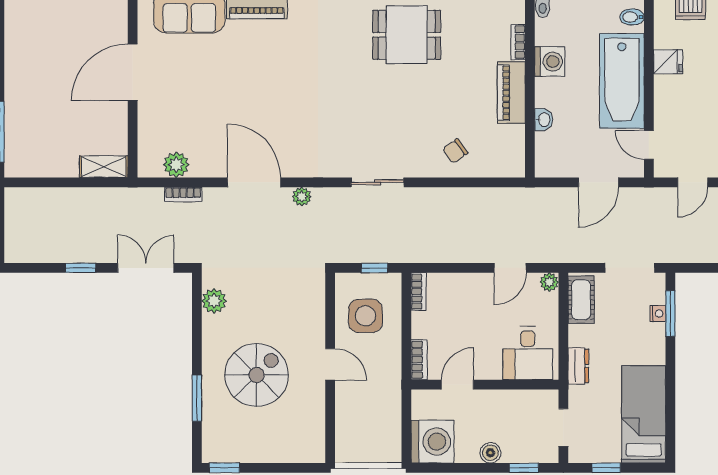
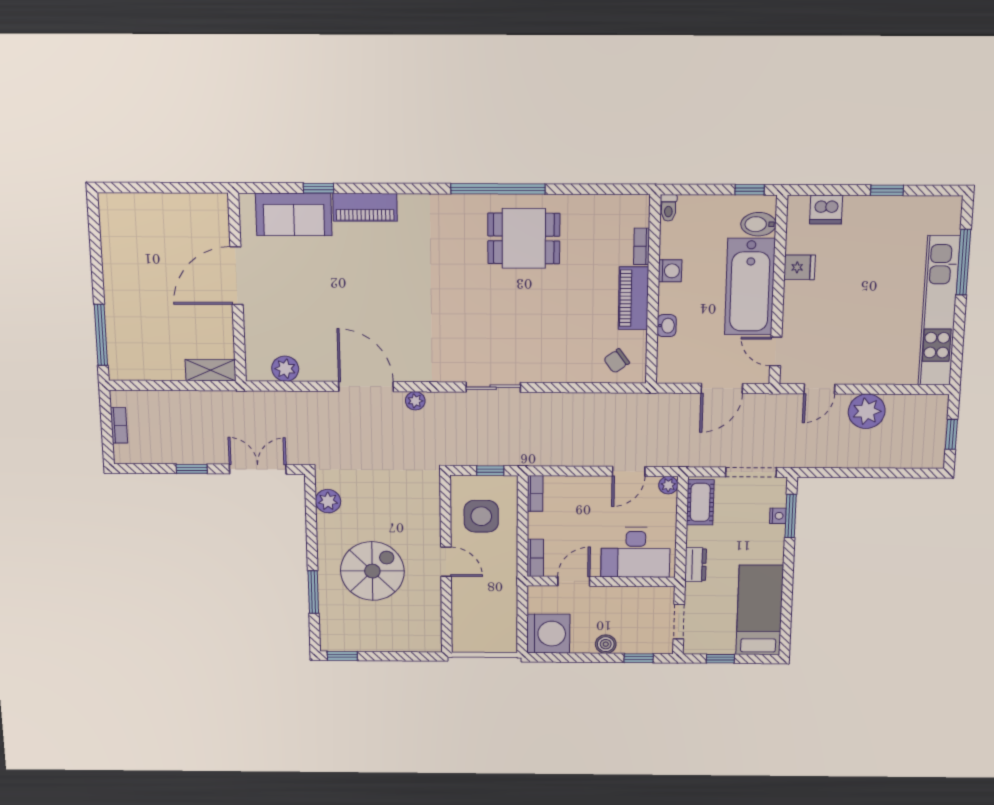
bidet: (632, 17) -> (758, 224), width x1.38, depth x1.36
washing machine: (550, 62) -> (670, 271), width x0.73, depth x0.73
chair: (455, 151) -> (617, 361), moved
bookcase: (183, 194) -> (119, 425), moved, turned -90
desk: (528, 353) -> (636, 552), width x1.37

